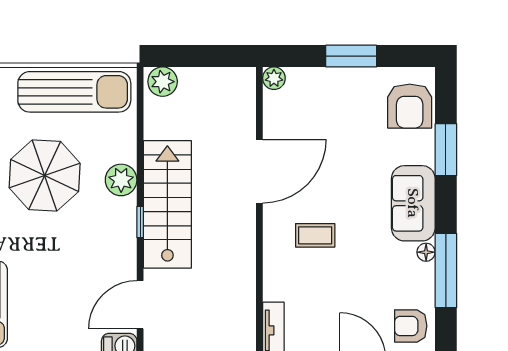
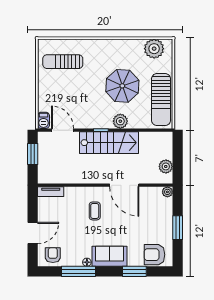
plant: (163, 82) -> (166, 166), moved

